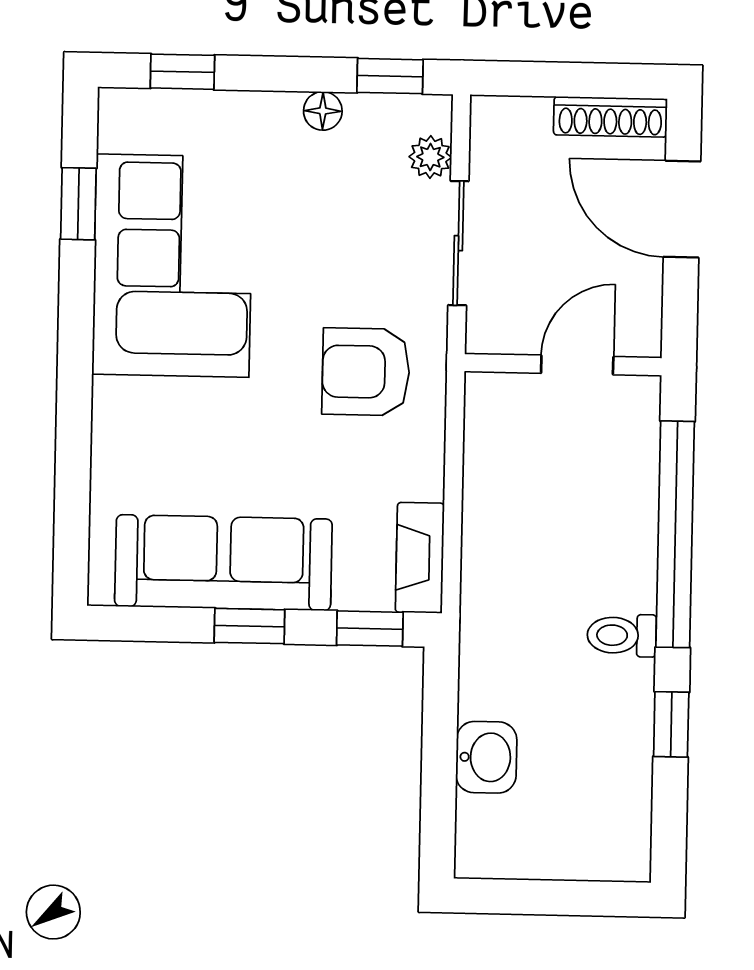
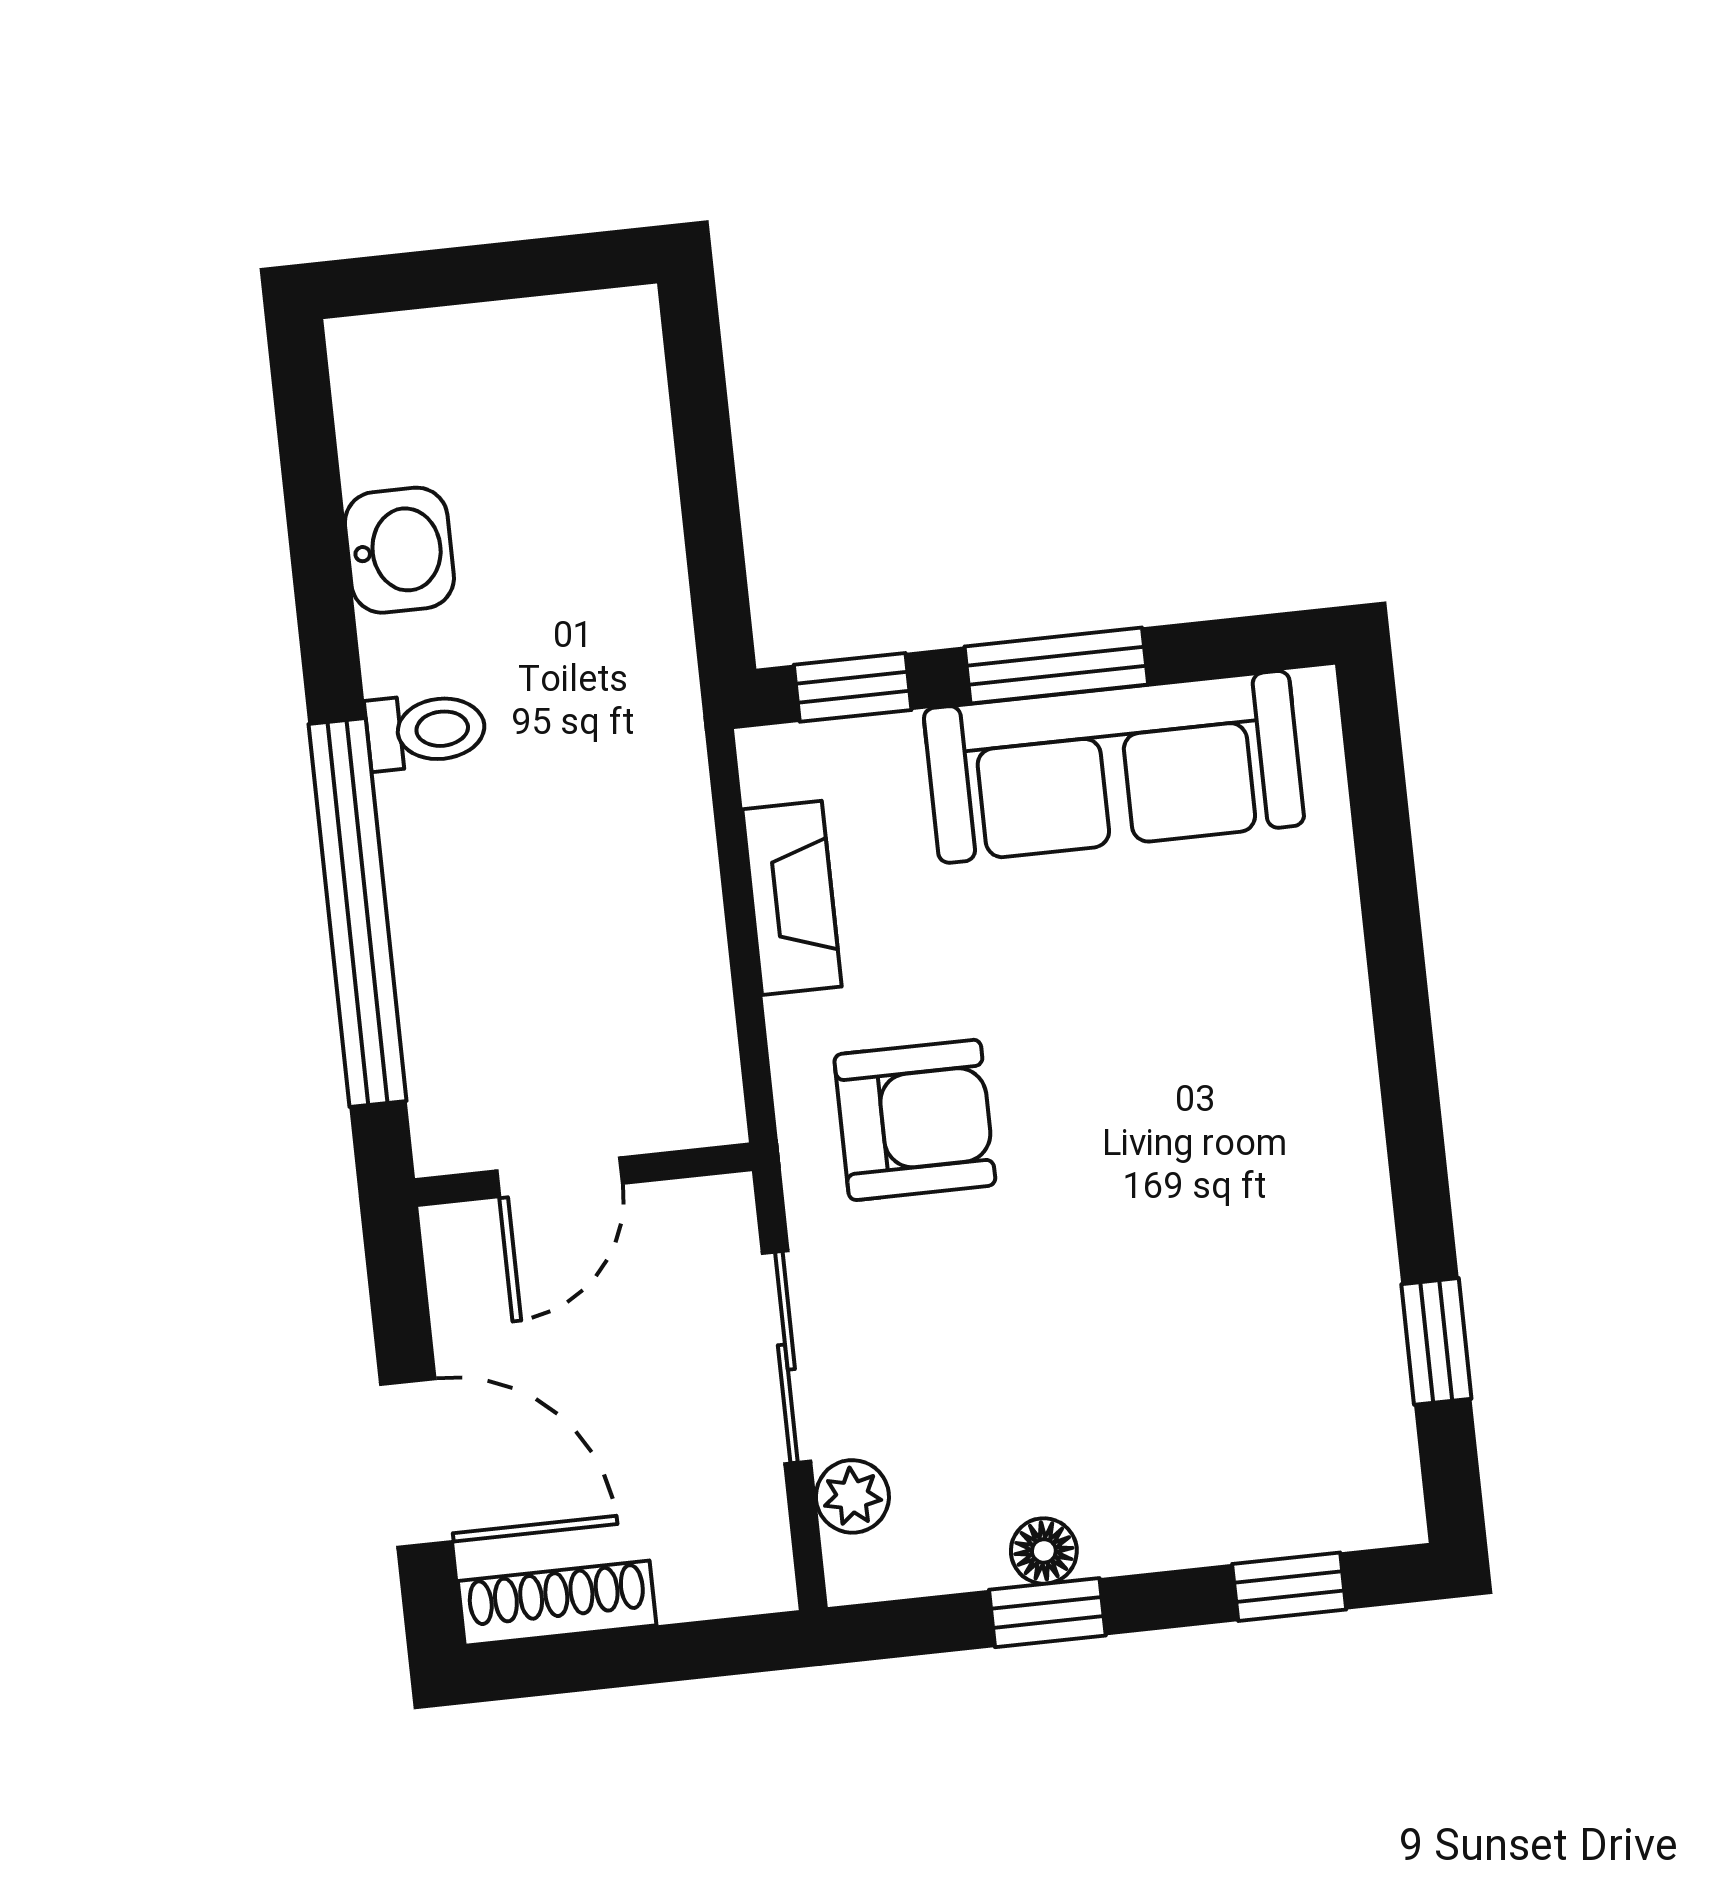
window: (390, 76) -> (1047, 1613), moved
corner sofa: (173, 266) -> (1264, 1257), removed
fireplace: (420, 558) -> (792, 898), moved
window: (249, 626) -> (1056, 666), width x1.50
window: (671, 724) -> (323, 591), removed
washbasin: (486, 757) -> (399, 550), moved, turned 180

